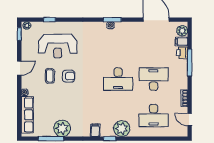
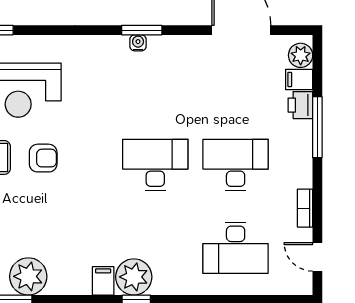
desk: (118, 79) -> (155, 165), turned 180
plant: (122, 129) -> (134, 277), moved

